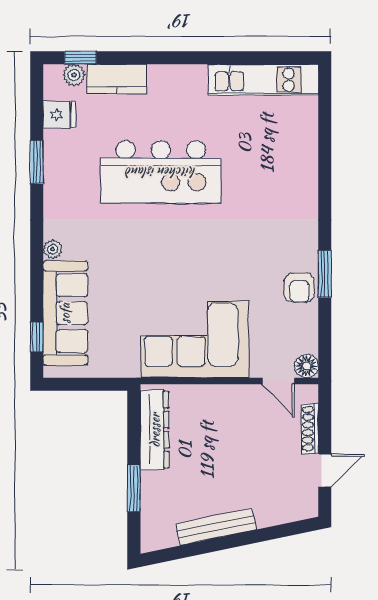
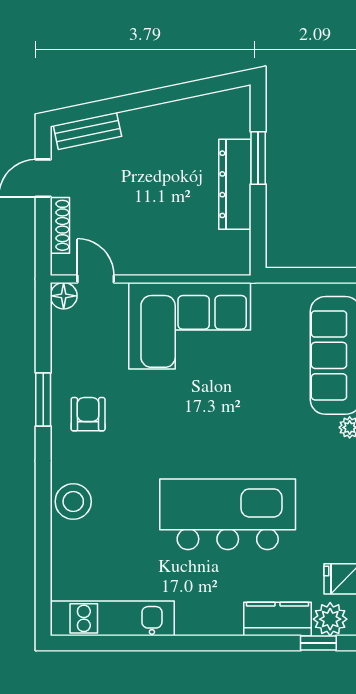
plant: (74, 75) -> (330, 619), width x1.38, depth x1.38
stool: (298, 183) -> (73, 502), added
armchair: (299, 288) -> (88, 414), moved
dresser: (155, 430) -> (235, 184), moved
bench: (216, 527) -> (87, 131), moved, width x0.73

